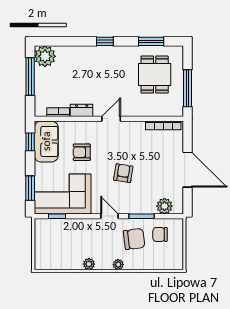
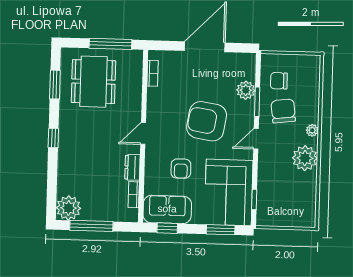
dining table: (155, 75) -> (93, 82), width x1.38
door: (111, 119) -> (143, 133), hinge flipped
bookcase: (163, 125) -> (153, 73), width x0.64
armchair: (123, 173) -> (207, 121), width x1.88, depth x1.88
plant: (164, 206) -> (246, 90), moved
chair: (160, 234) -> (279, 81), turned 90
plant: (89, 264) -> (305, 158), width x1.88, depth x1.88

